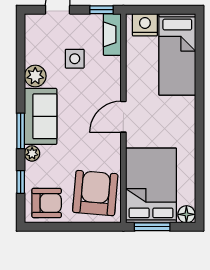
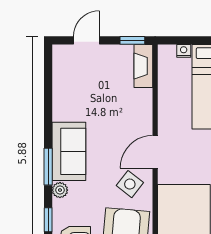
nightstand: (145, 25) -> (184, 51), width x0.53, depth x0.56
side table: (75, 59) -> (130, 184), moved, turned 38
plant: (35, 76) -> (63, 109), removed

